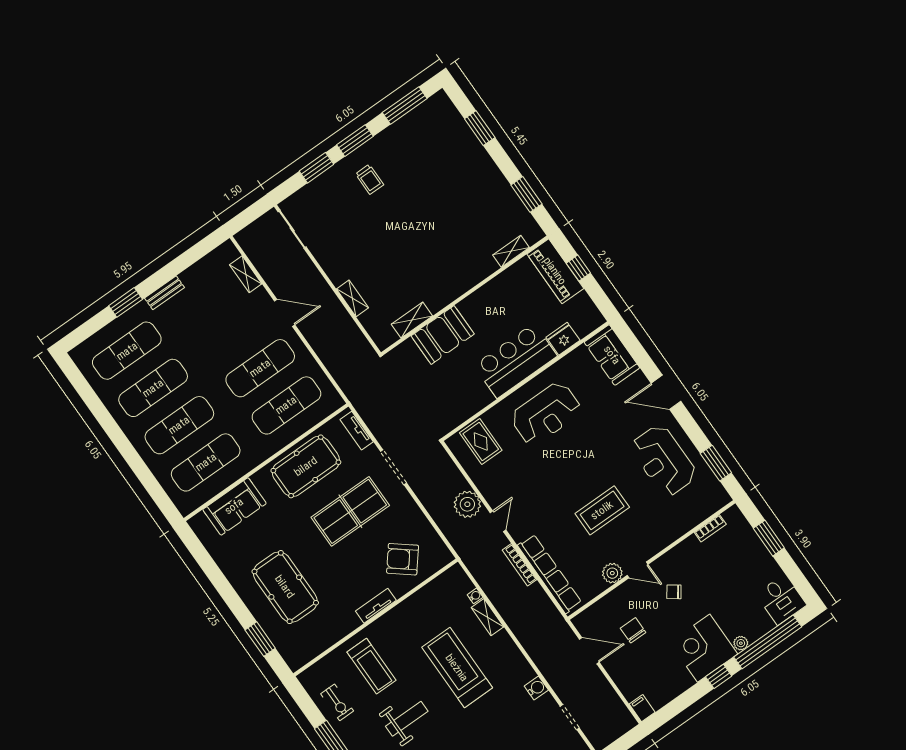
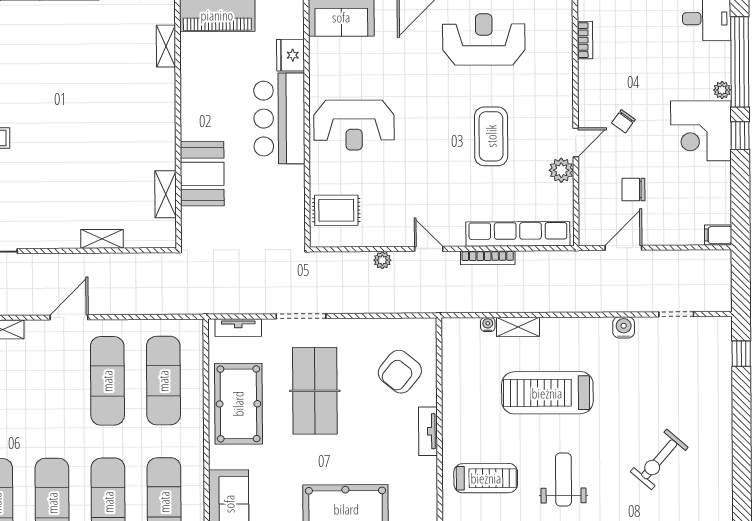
reception desk: (546, 414) -> (354, 125), turned 90
reception desk: (664, 460) -> (484, 39), turned 180
plant: (467, 504) -> (382, 260), width x0.53, depth x0.53

